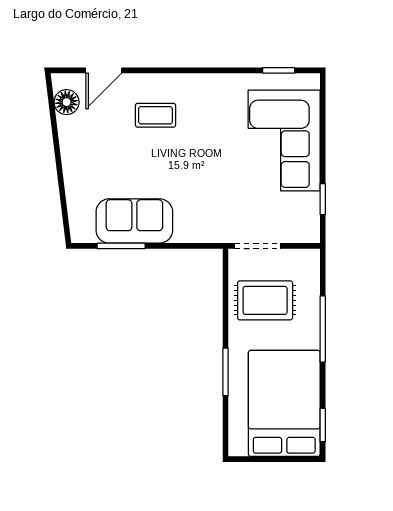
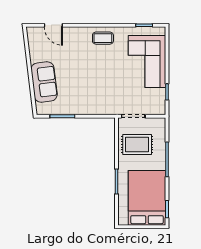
door: (104, 70) -> (53, 25), hinge flipped
floor lamp: (67, 102) -> (34, 42), removed
coffee table: (156, 115) -> (103, 38), moved
sofa: (134, 221) -> (44, 82), moved, turned 83

